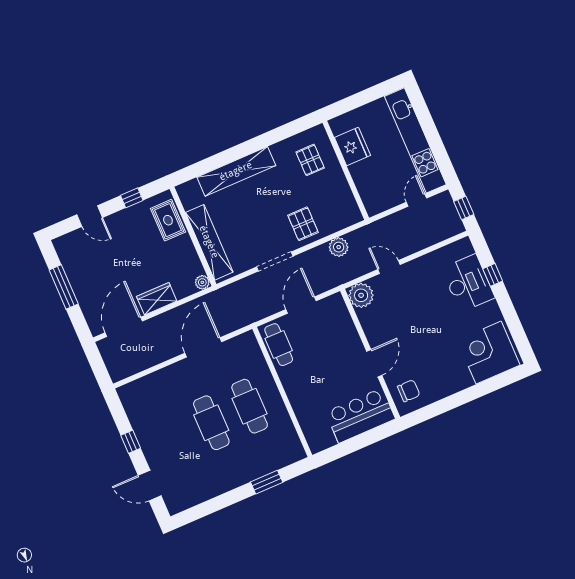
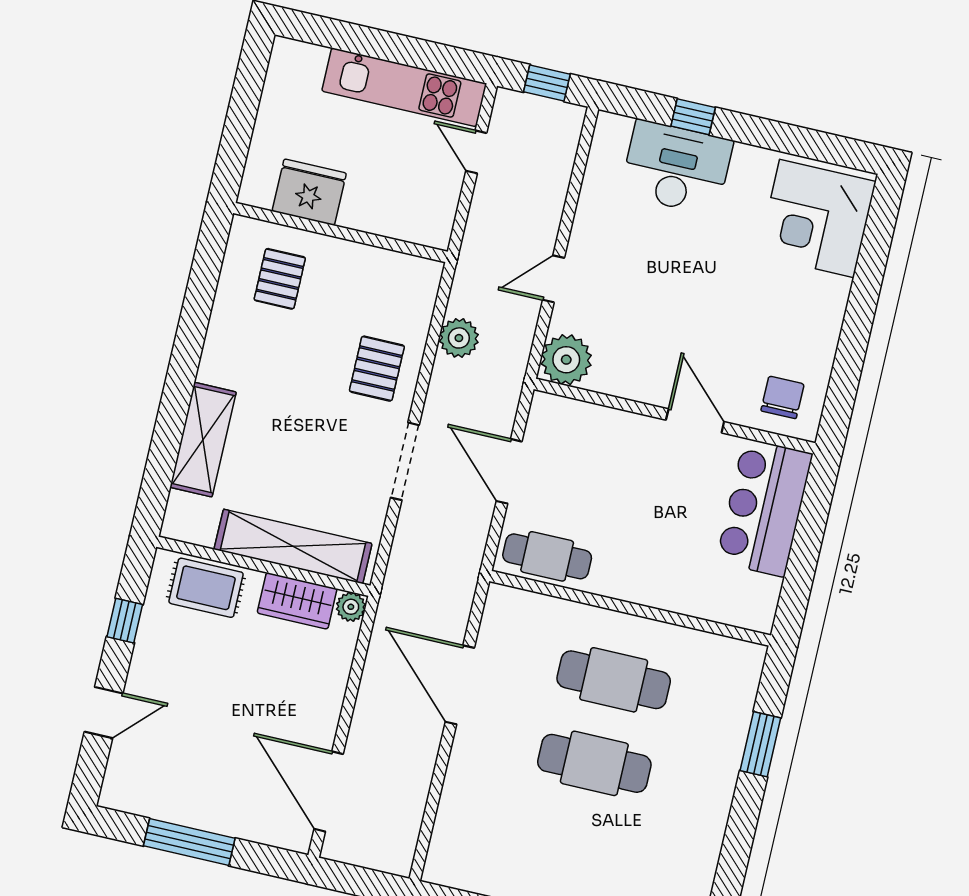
kitchen unit: (415, 140) -> (404, 87), width x0.73
pallet: (310, 160) -> (280, 279), turned 90
shelving: (236, 171) -> (203, 440), width x0.68
pallet: (303, 224) -> (377, 369), turned 90
wardrobe: (157, 299) -> (297, 601), moved, turned -90

